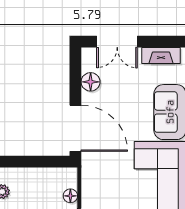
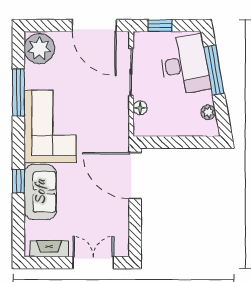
floor lamp: (91, 82) -> (120, 222), removed

